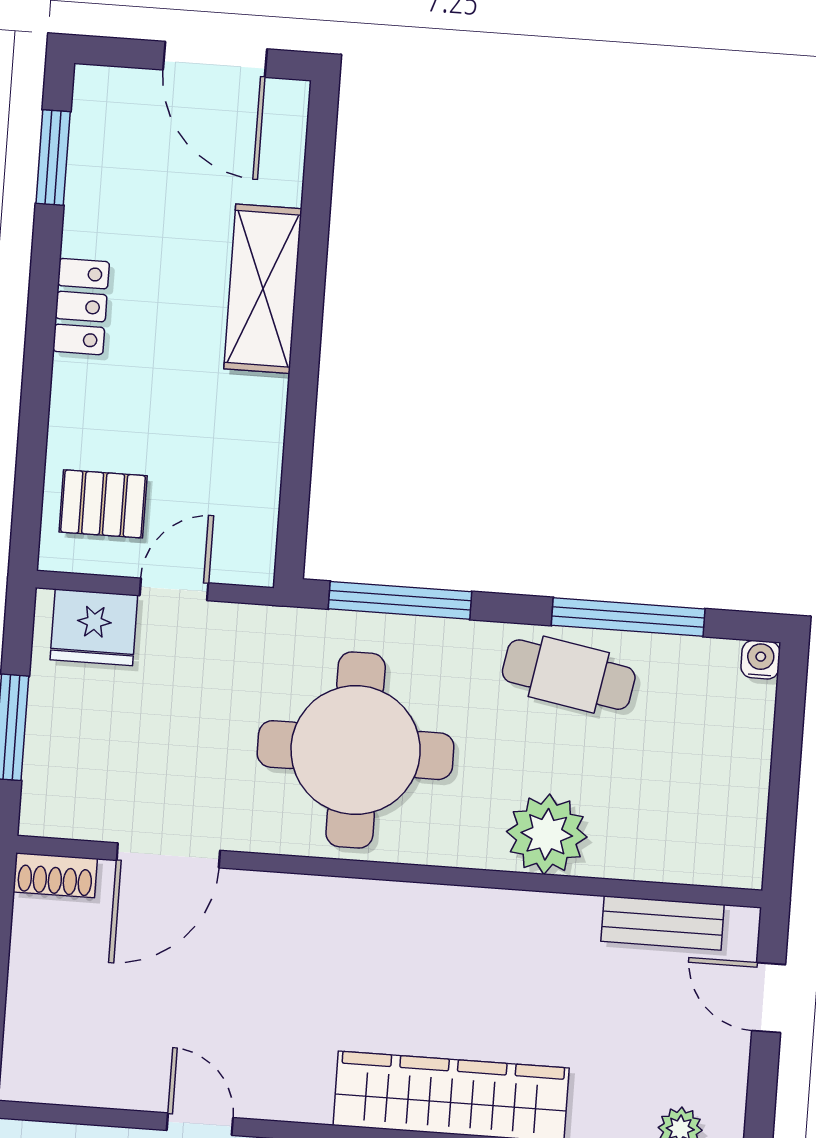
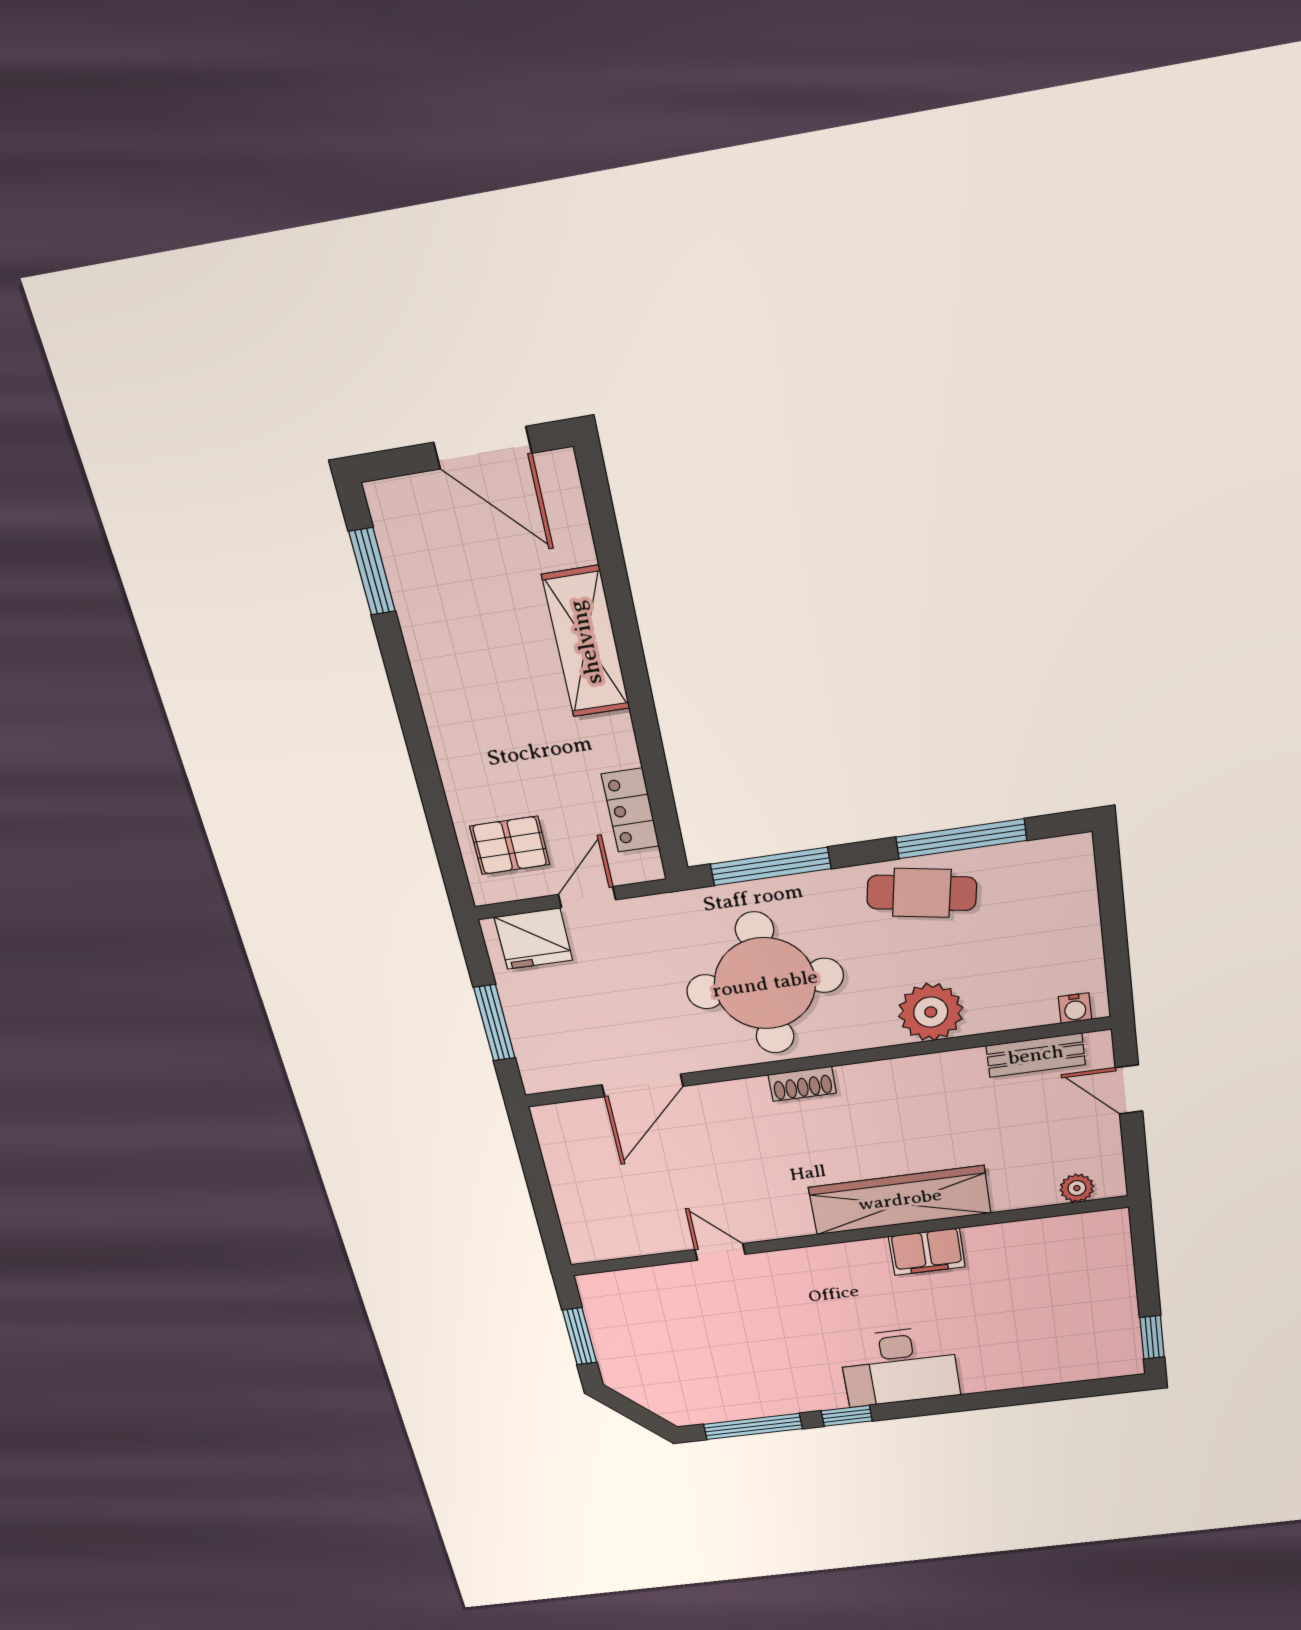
locker: (81, 307) -> (630, 810), moved, turned 180
water cooler: (761, 660) -> (1075, 1008), moved, turned 180
shoe rack: (55, 875) -> (802, 1084), moved

